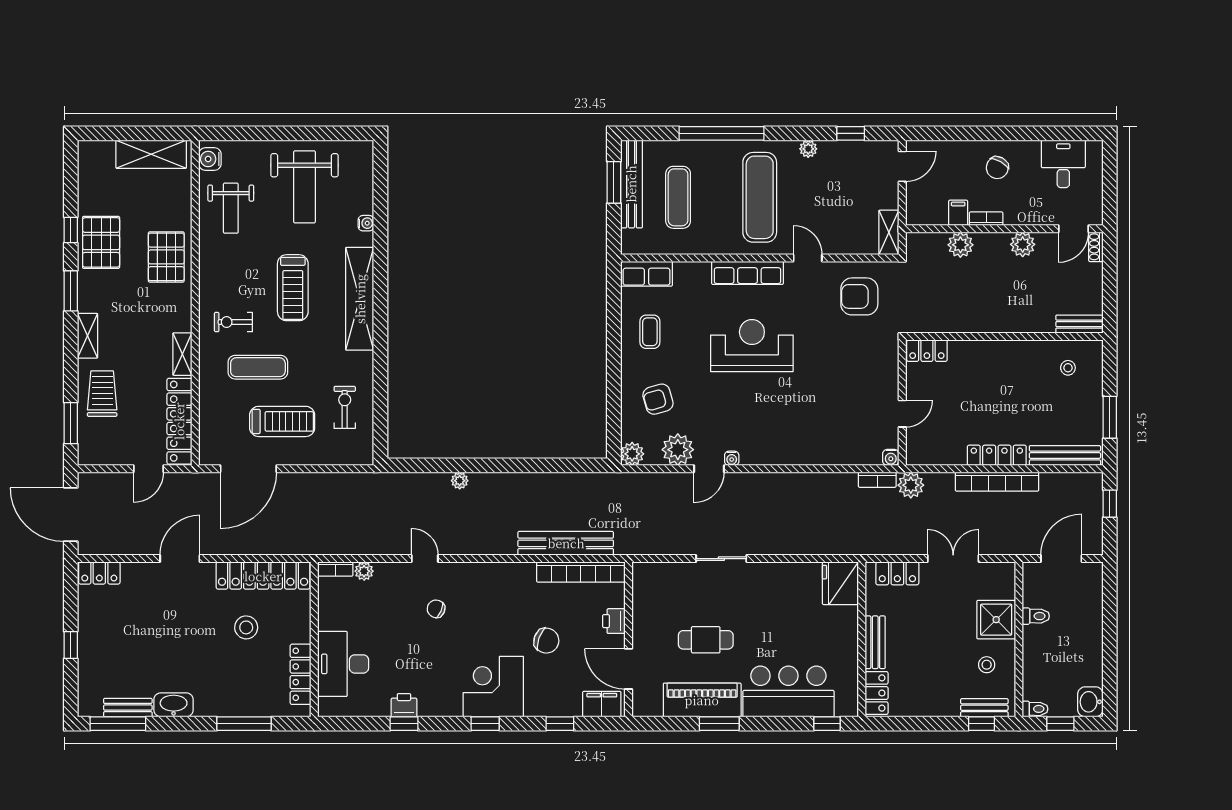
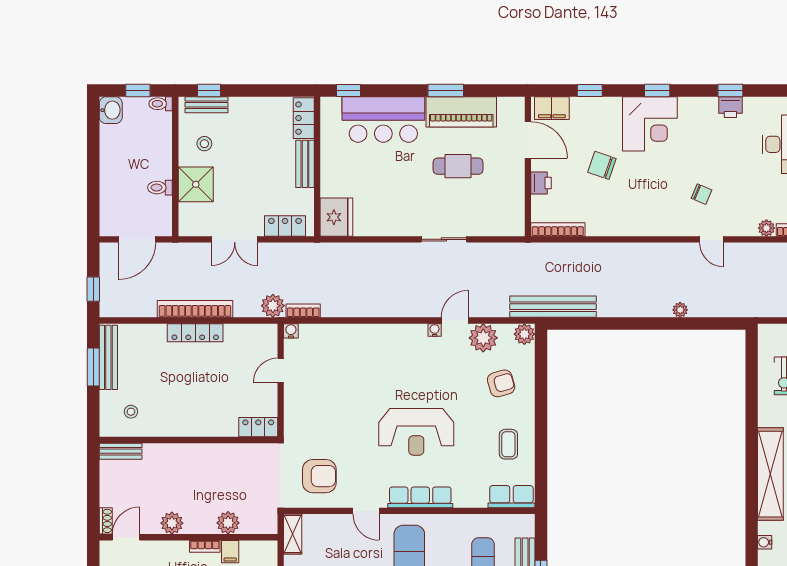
bench: (1065, 455) -> (108, 357), moved, turned 90
bench: (566, 543) -> (553, 307), moved
bookcase: (581, 572) -> (558, 229), width x0.68, depth x0.76

